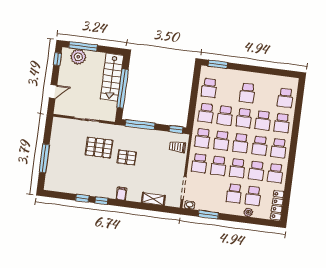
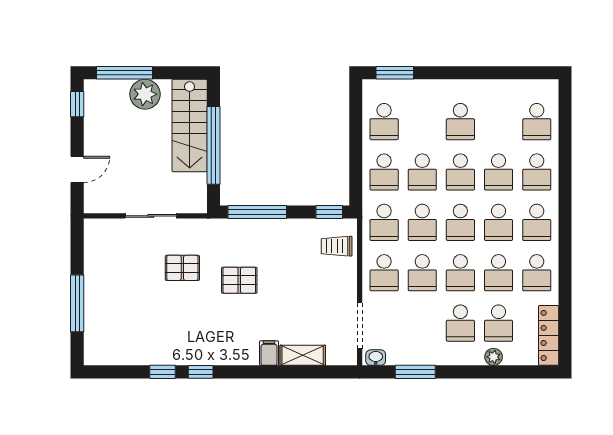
plant: (78, 57) -> (145, 94), moved
pallet: (99, 148) -> (182, 268), width x0.67, depth x0.71
filing cabinet: (121, 194) -> (269, 353), moved

